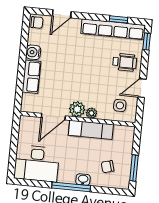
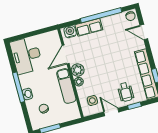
window: (147, 41) -> (134, 106), moved
water cooler: (33, 52) -> (70, 32), moved
window: (23, 57) -> (101, 15), added
door: (53, 117) -> (66, 54), hinge flipped

